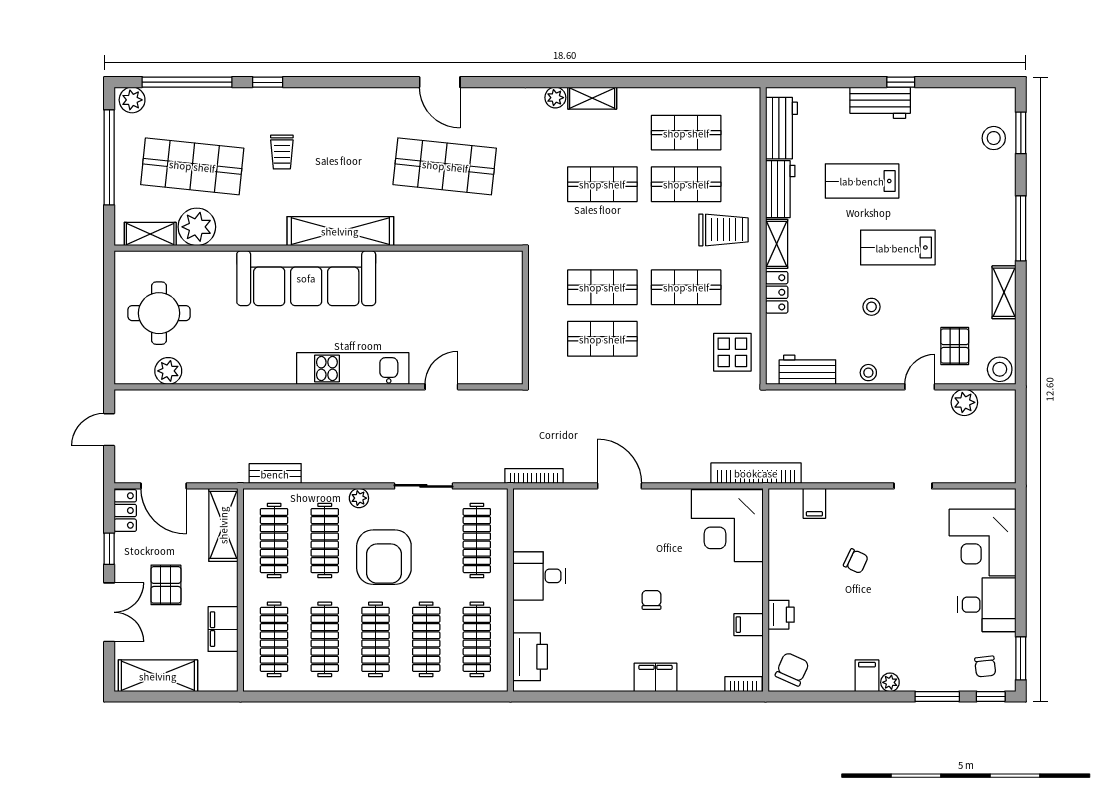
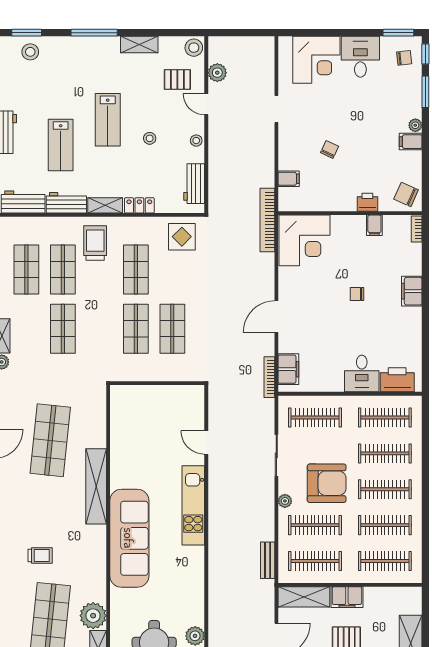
shelving: (340, 231) -> (96, 486), moved
filing cabinet: (545, 503) -> (288, 369), added
desk: (539, 576) -> (362, 374), moved
filing cabinet: (223, 629) -> (347, 597), moved

